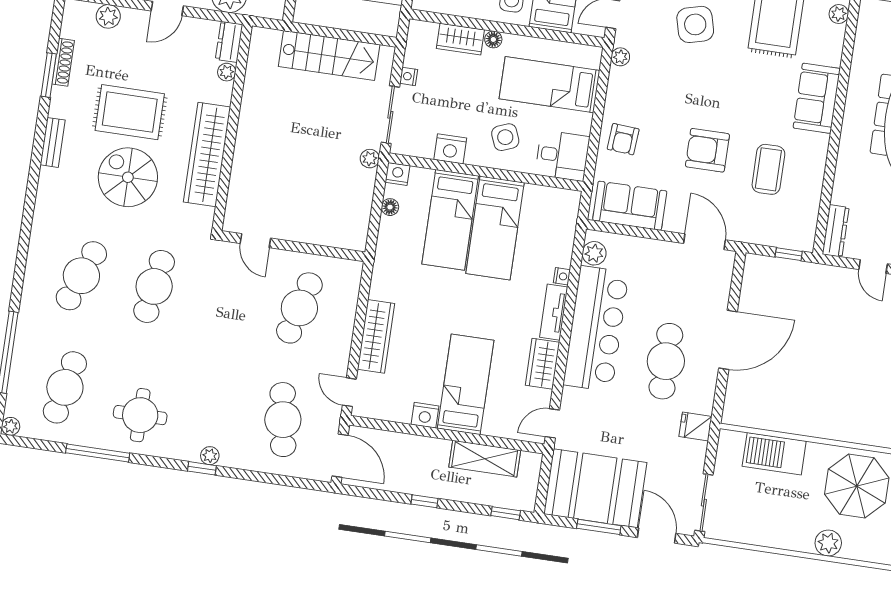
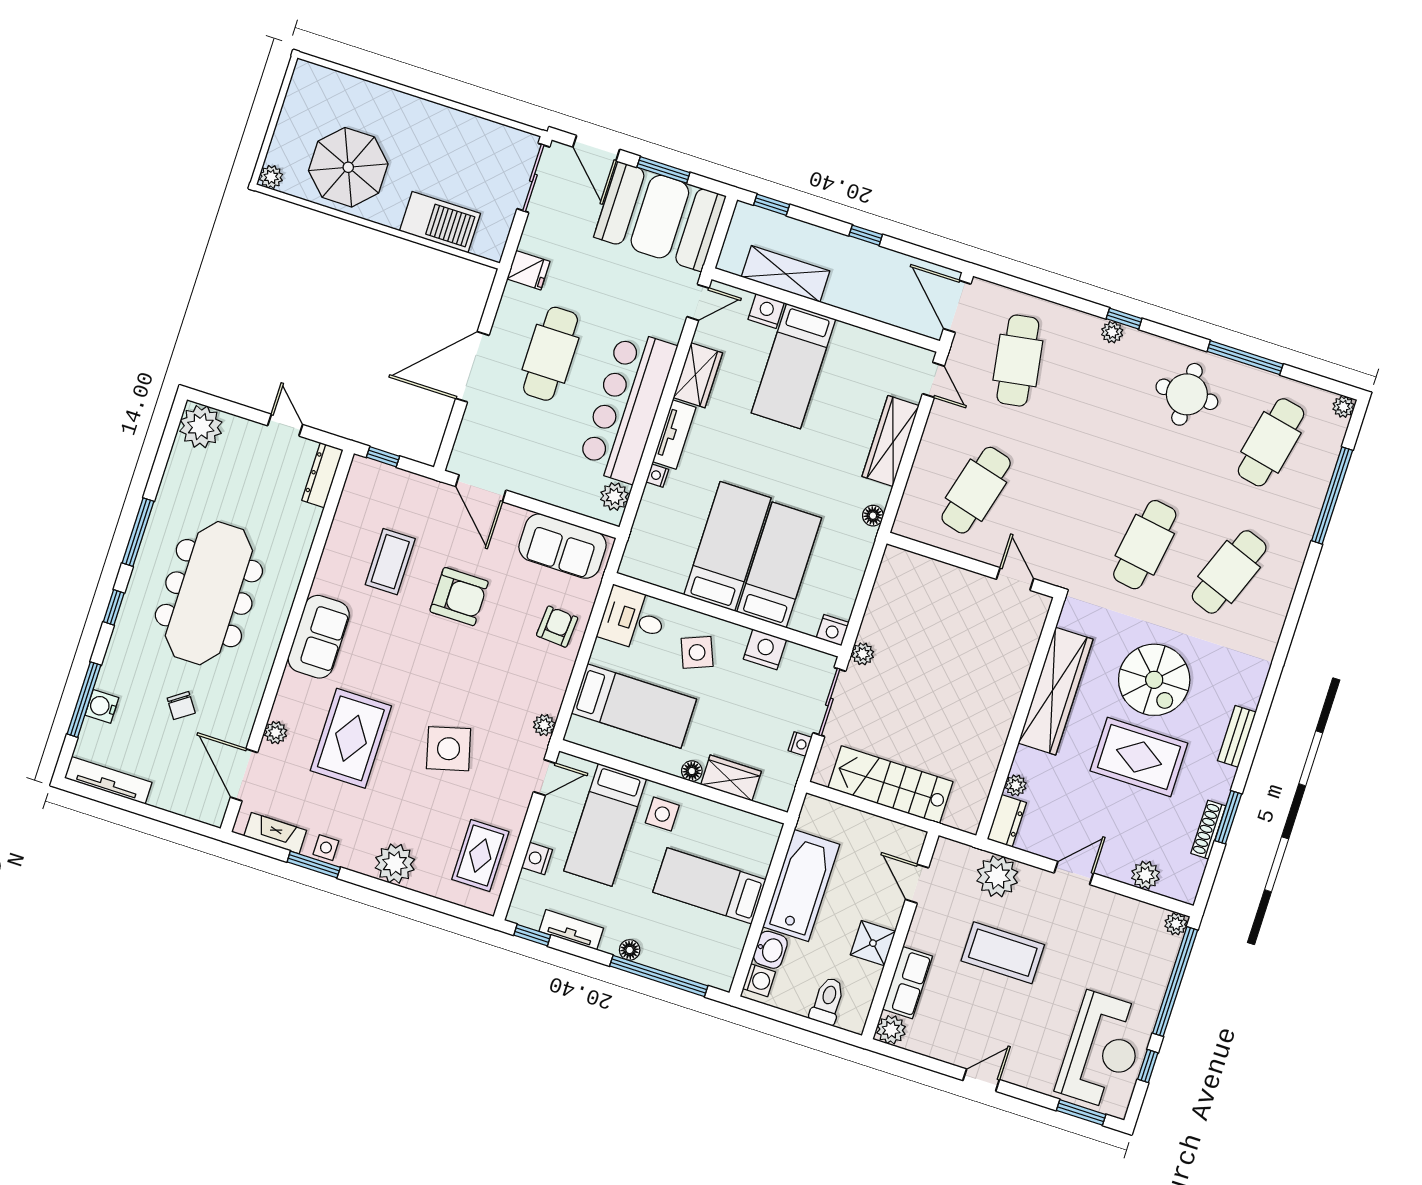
floor lamp: (390, 207) -> (873, 516), moved
nightstand: (425, 415) -> (766, 311), moved
plant: (828, 543) -> (394, 105), removed

